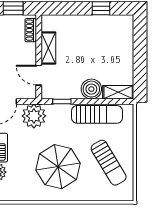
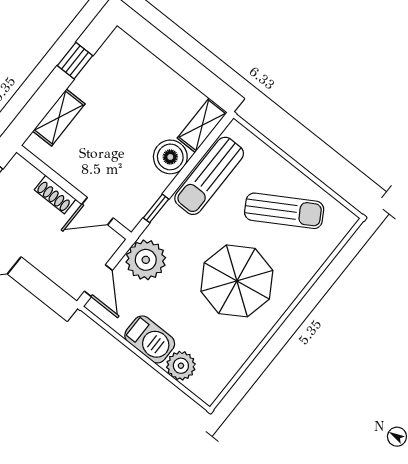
shoe rack: (31, 30) -> (55, 194), moved
shelving: (48, 48) -> (59, 117), moved, turned 90
sun lounger: (97, 114) -> (209, 176), turned 180

